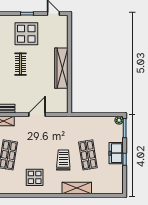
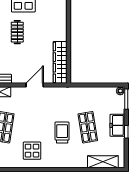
wardrobe: (61, 68) -> (60, 62), moved
shelving: (77, 188) -> (103, 162), moved

